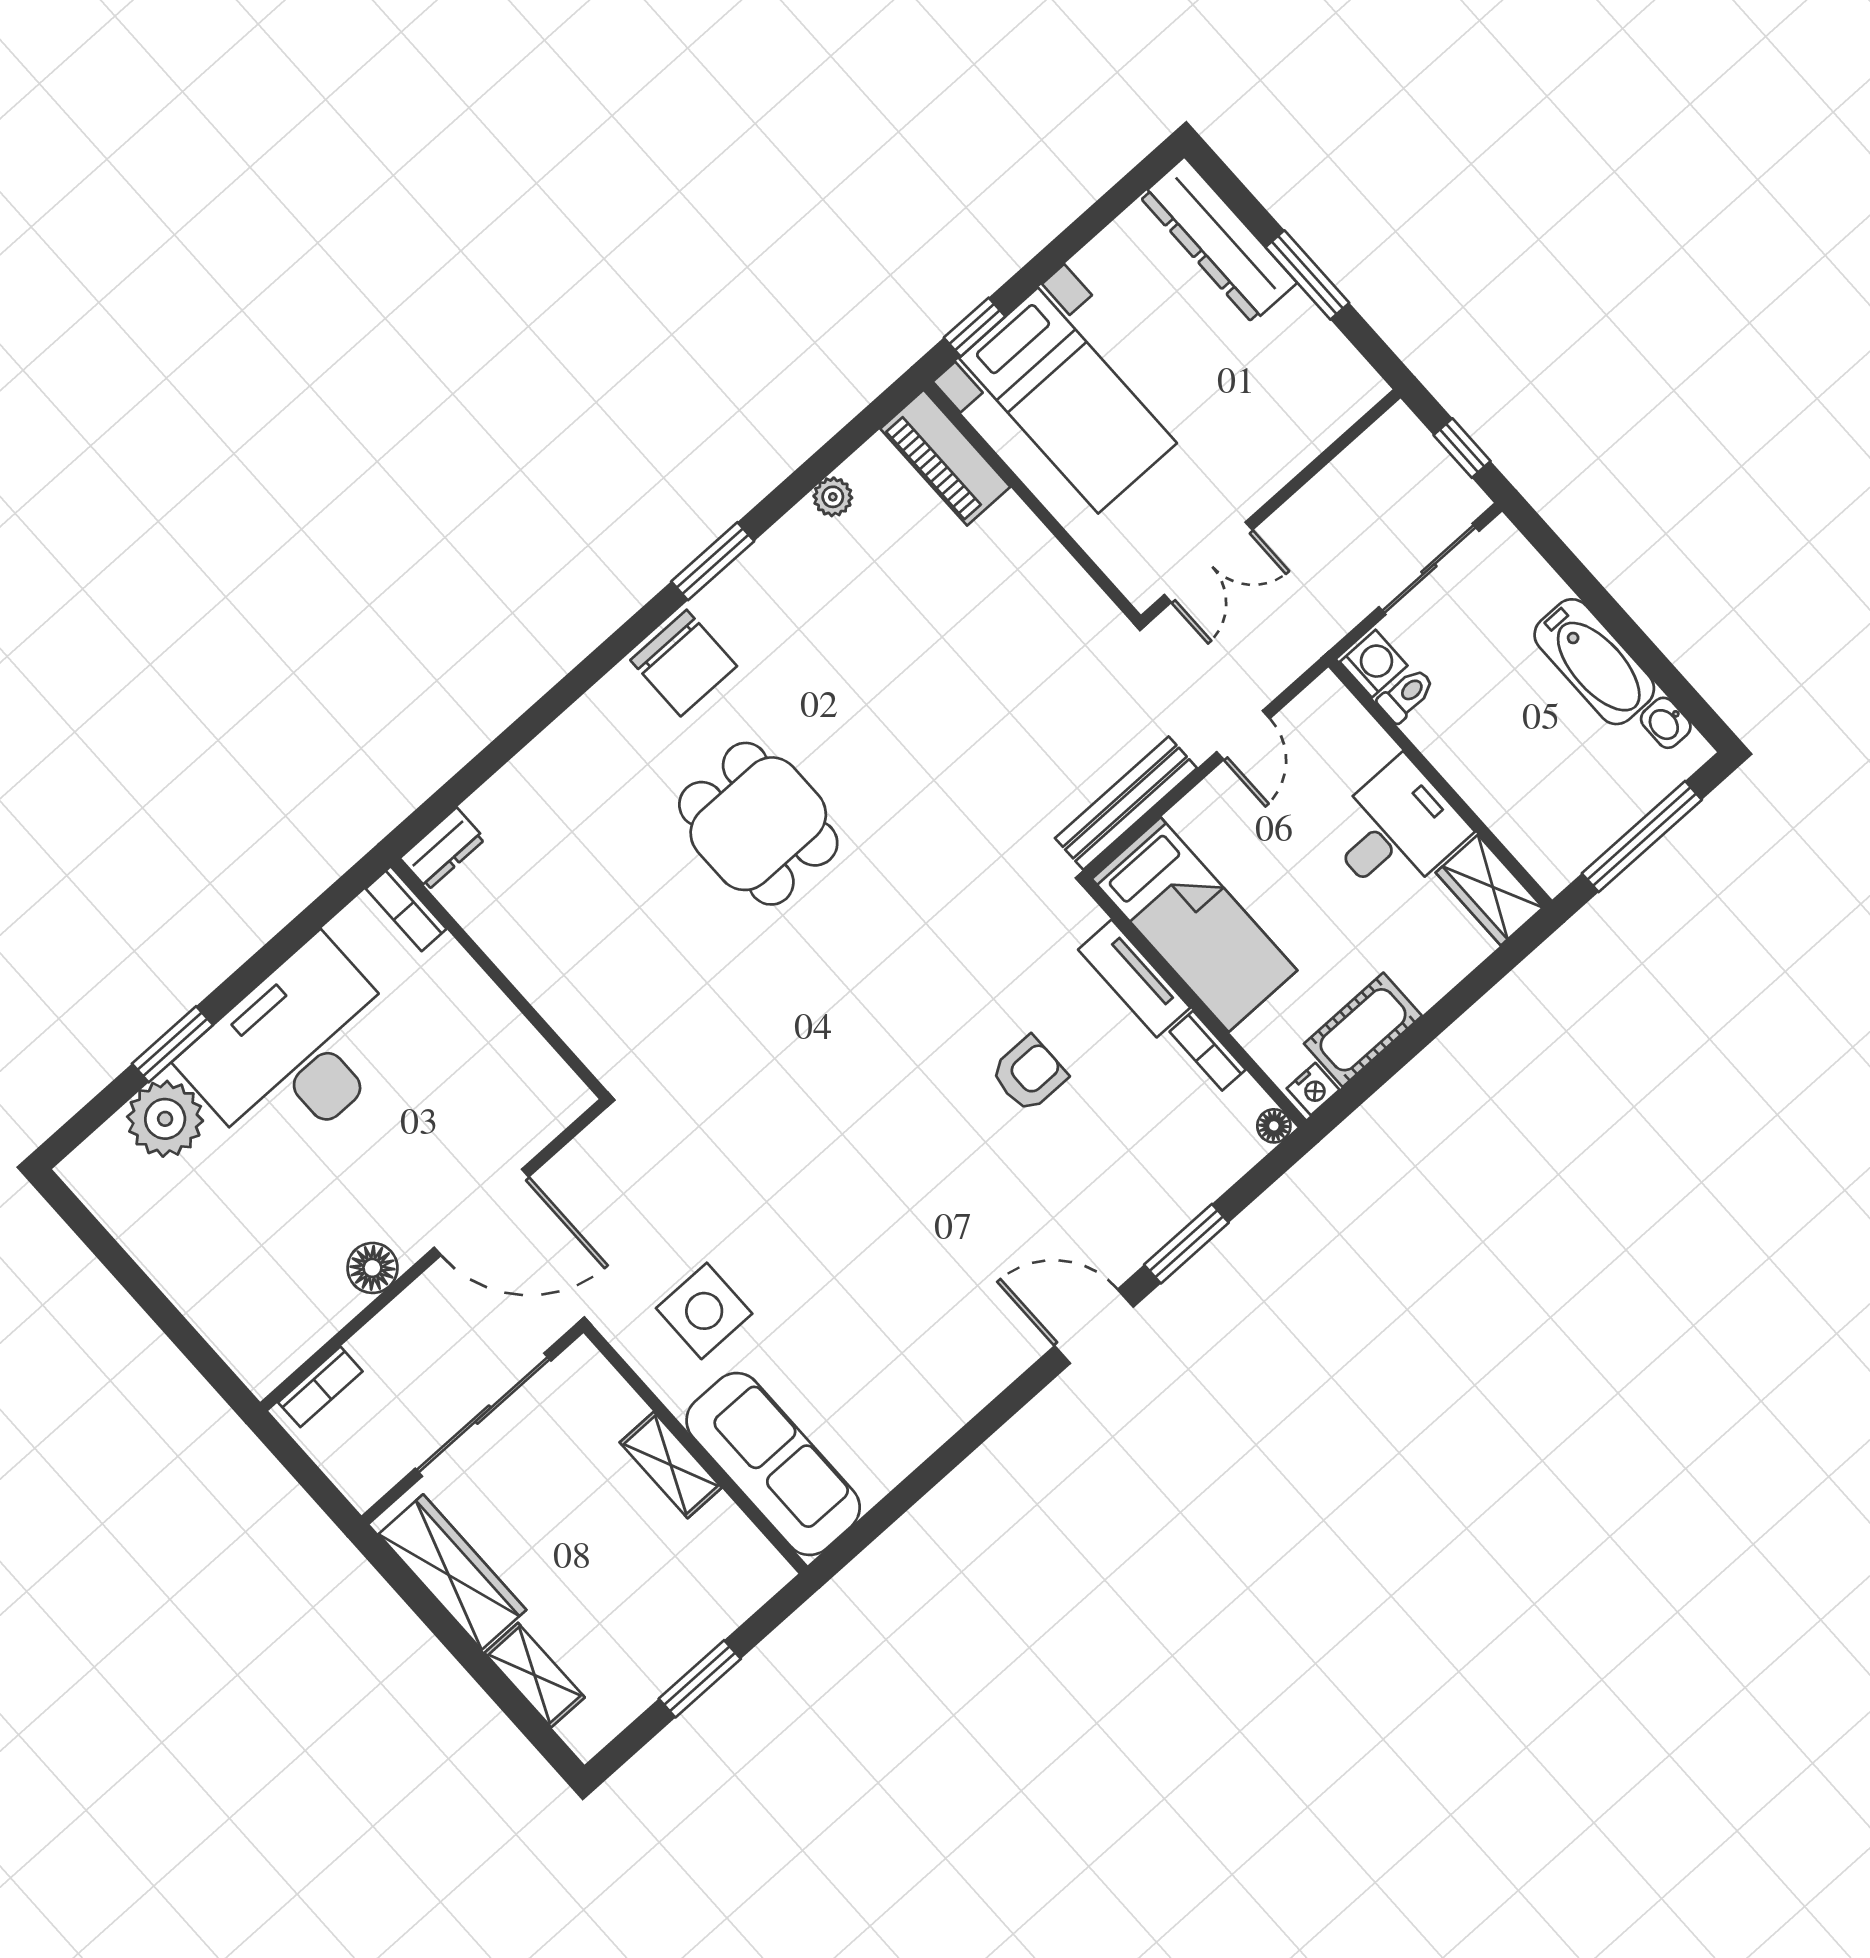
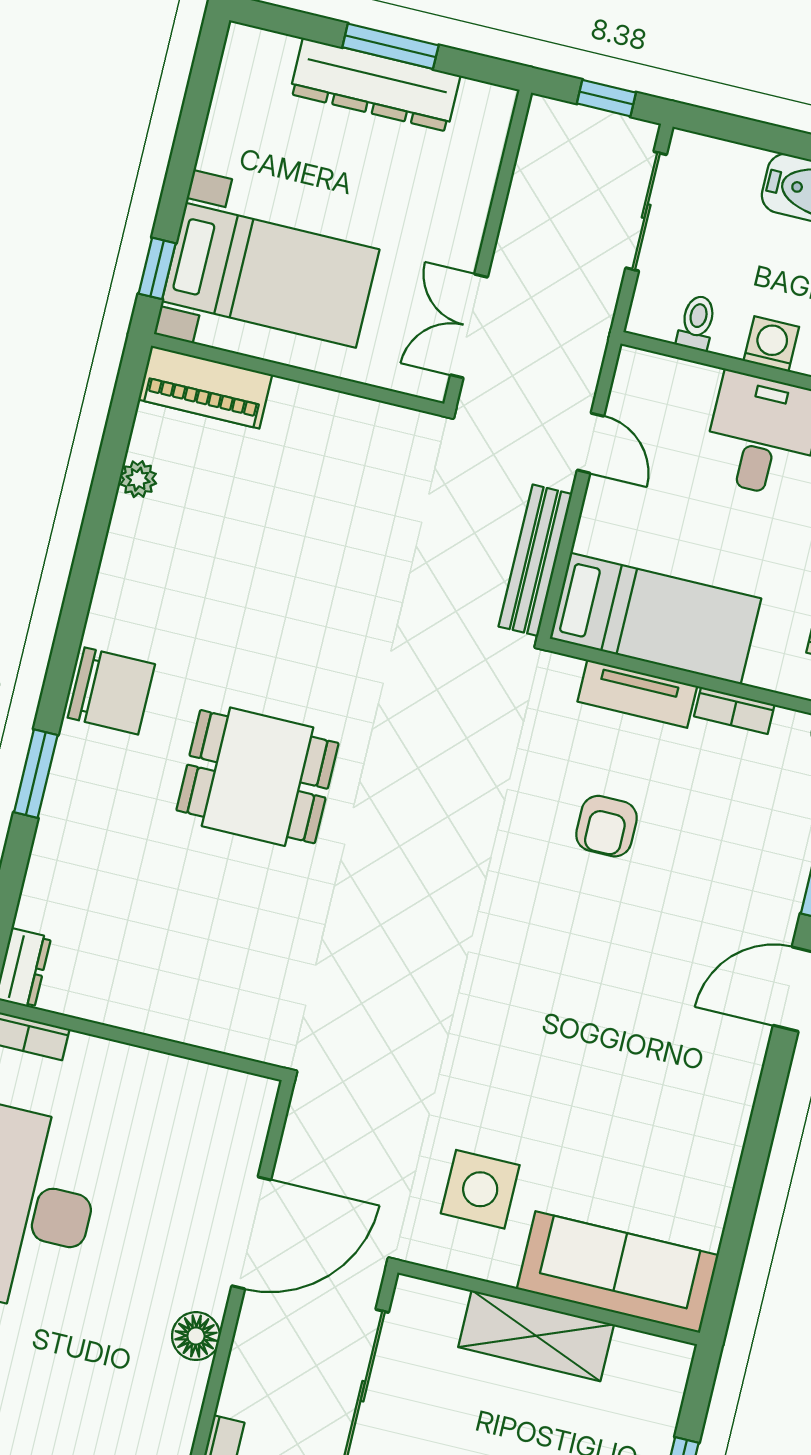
dresser: (1218, 240) -> (375, 85), moved
window: (713, 561) -> (36, 774), moved
double door: (1208, 562) -> (469, 326), swing flipped
washing machine: (1374, 664) -> (771, 344), moved
armchair: (1029, 1074) -> (606, 826), turned 180
shelving: (671, 1465) -> (536, 1336), width x1.50, depth x1.33

